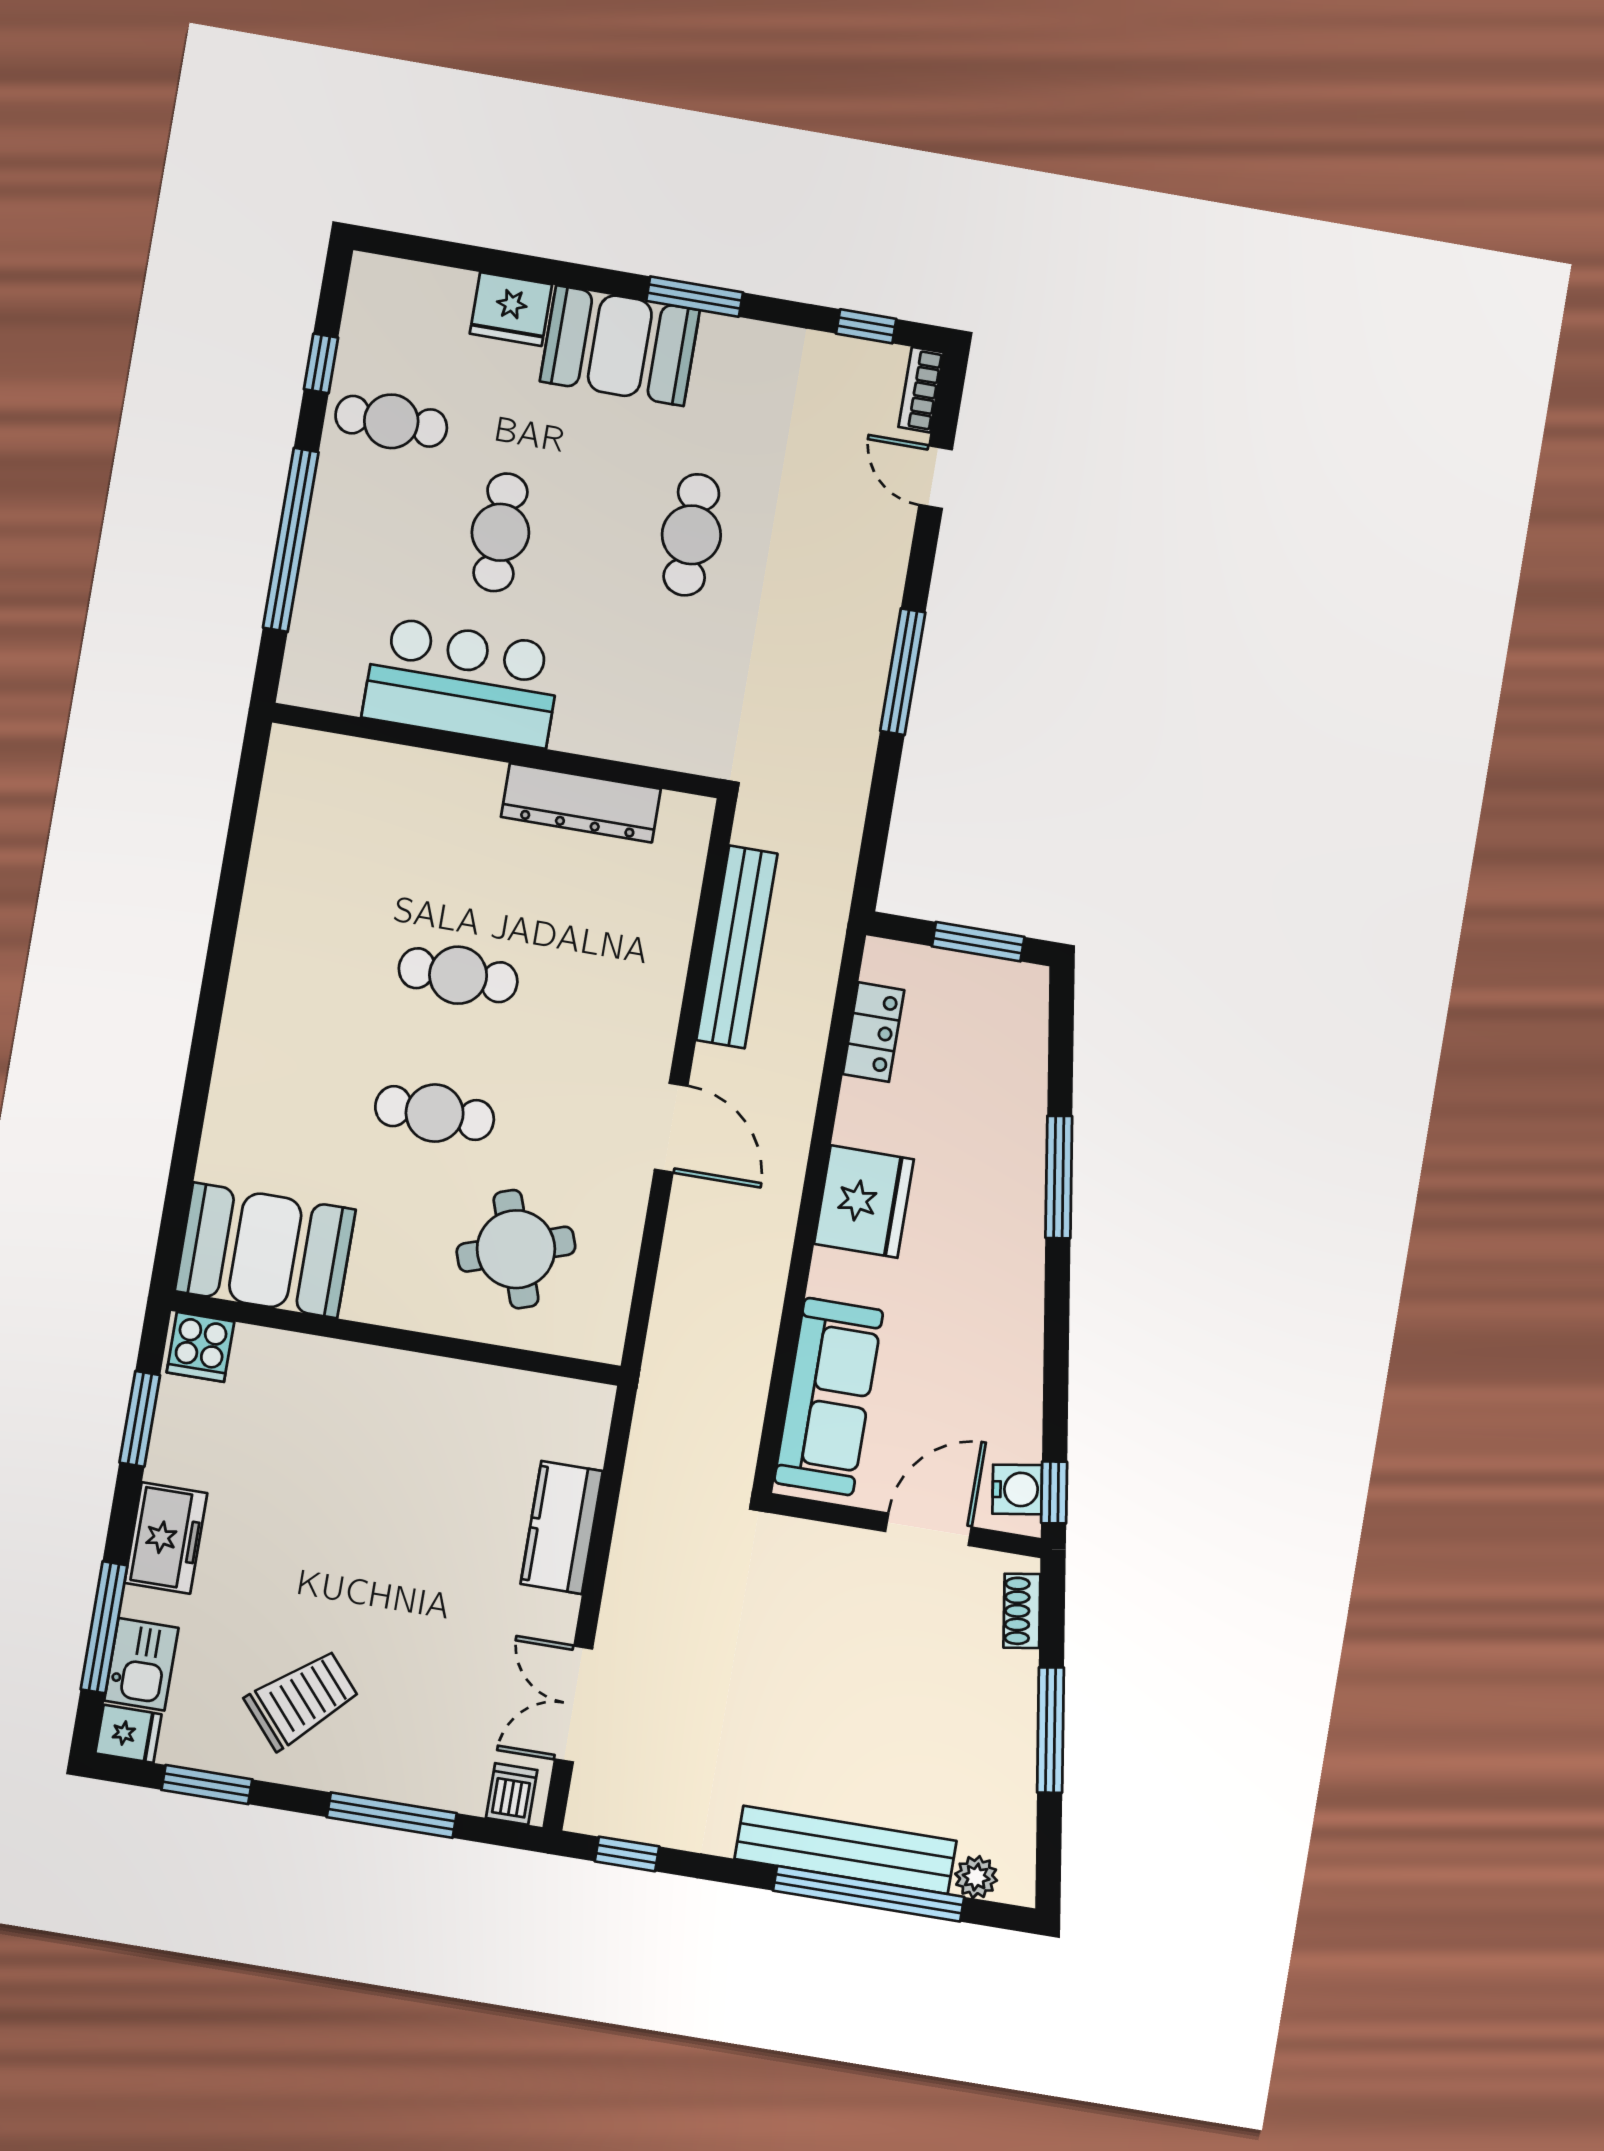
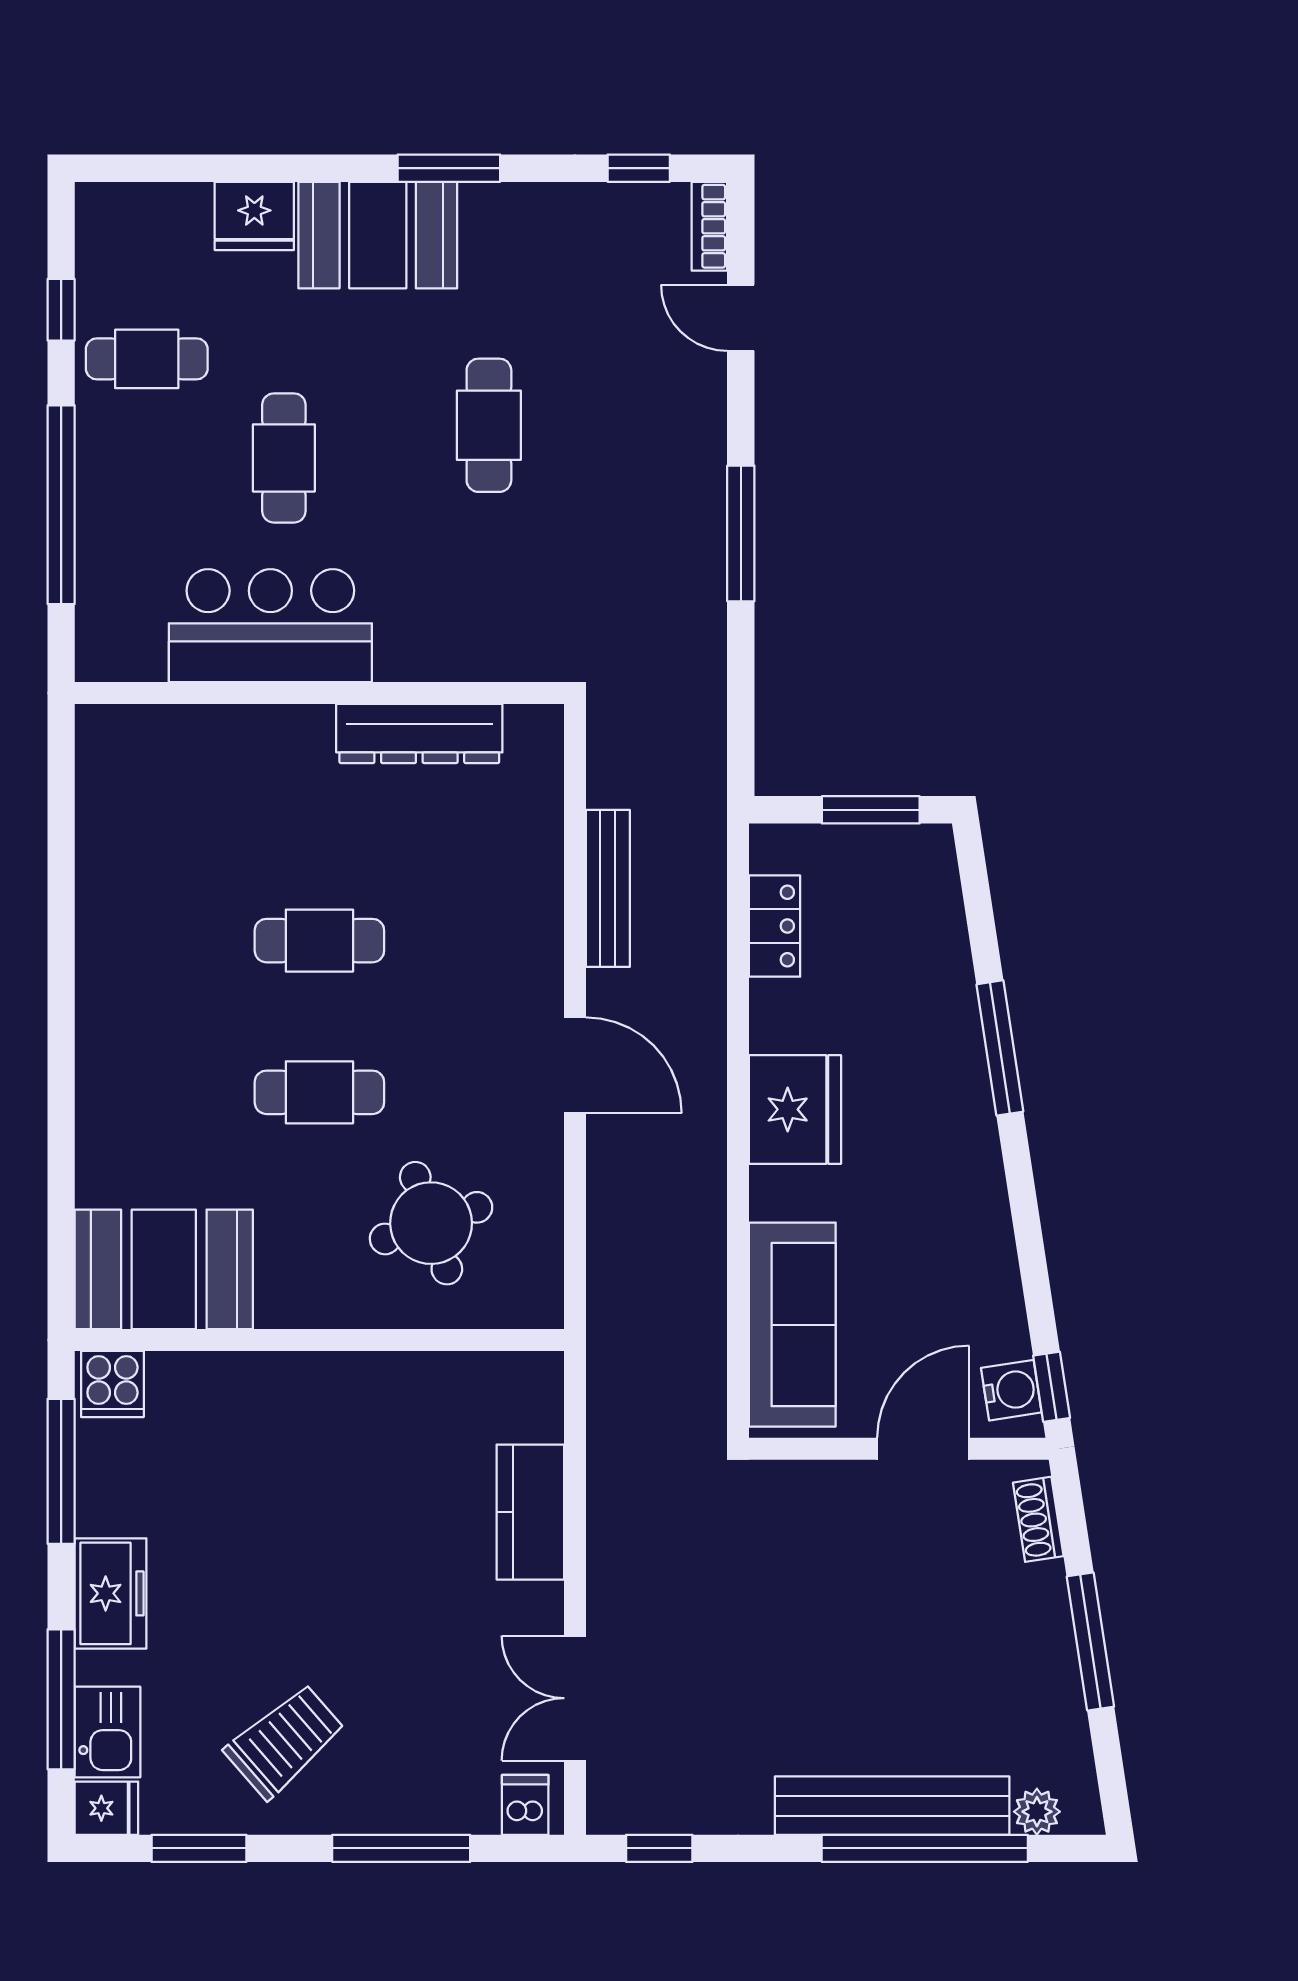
bench: (737, 947) -> (608, 888), width x0.73, depth x0.82
window: (140, 1419) -> (61, 1471), width x1.44

